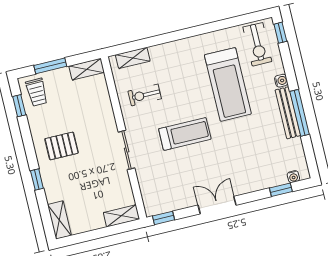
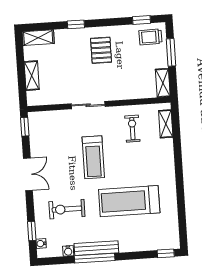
exercise bike: (257, 44) -> (67, 209), moved
water cooler: (281, 81) -> (68, 251), moved
shelving: (121, 216) -> (32, 76), moved

